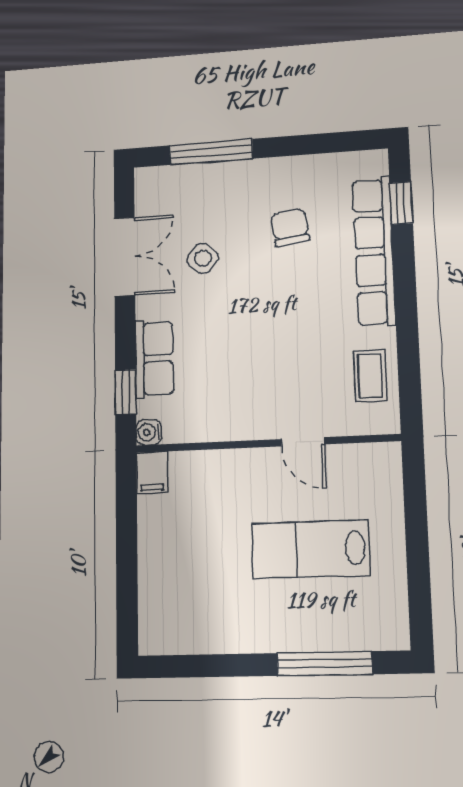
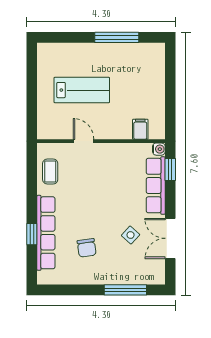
window: (401, 203) -> (32, 234), moved
row of seats: (154, 359) -> (156, 186), width x1.48
filing cabinet: (152, 473) -> (140, 129), moved
window: (324, 664) -> (117, 37), moved

